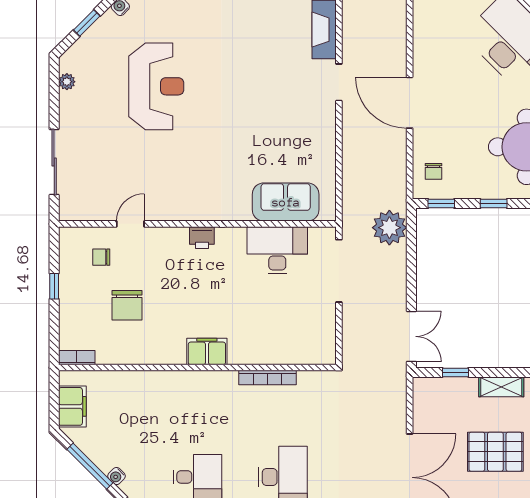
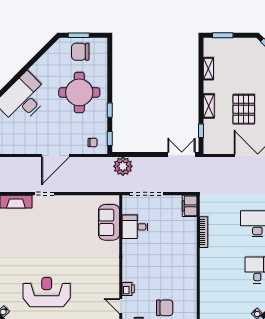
printer: (202, 238) -> (128, 289), moved
desk: (277, 250) -> (135, 227), width x0.73
filing cabinet: (207, 352) -> (190, 206), moved

